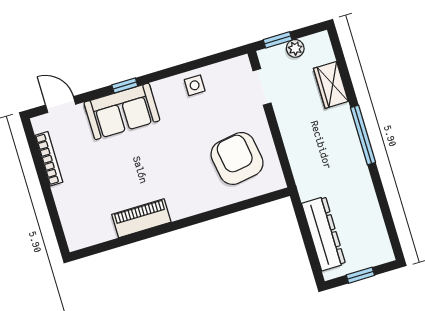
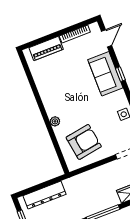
plant: (197, 205) -> (55, 121), added
piano: (141, 218) -> (46, 49), moved, turned 90

